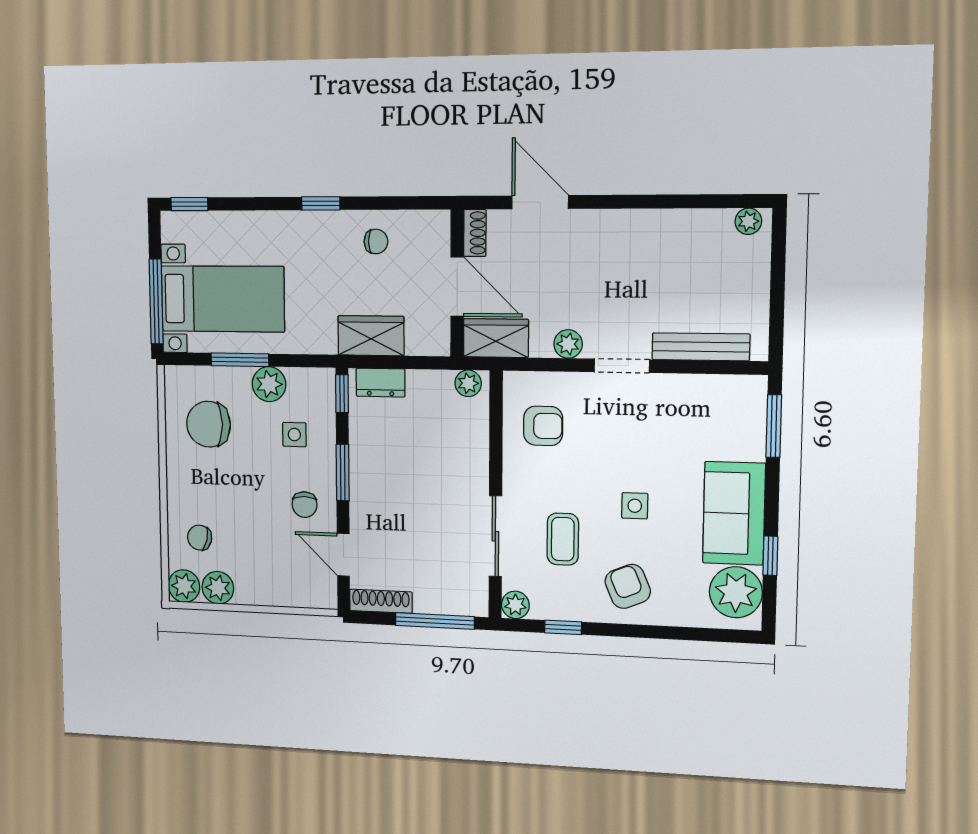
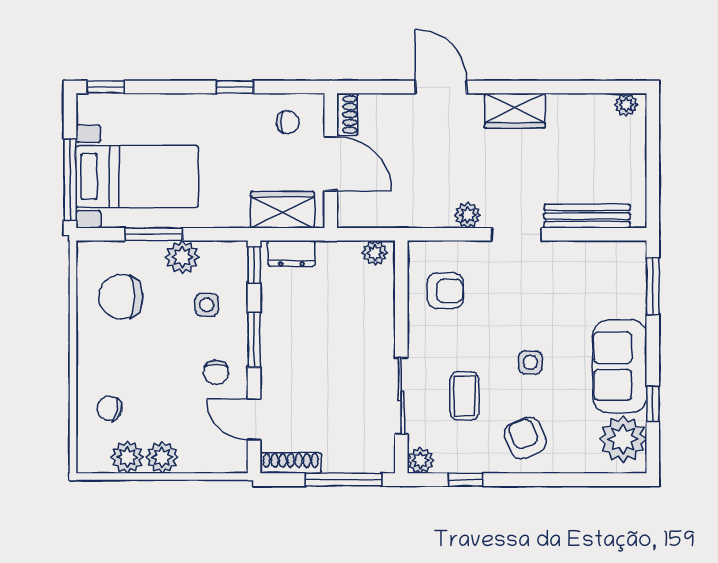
shoe rack: (475, 233) -> (347, 114), moved
wall: (457, 283) -> (331, 161), moved
door: (457, 287) -> (331, 164), moved
wardrobe: (496, 338) -> (515, 111), moved, turned 180
plant: (184, 586) -> (162, 457), moved

